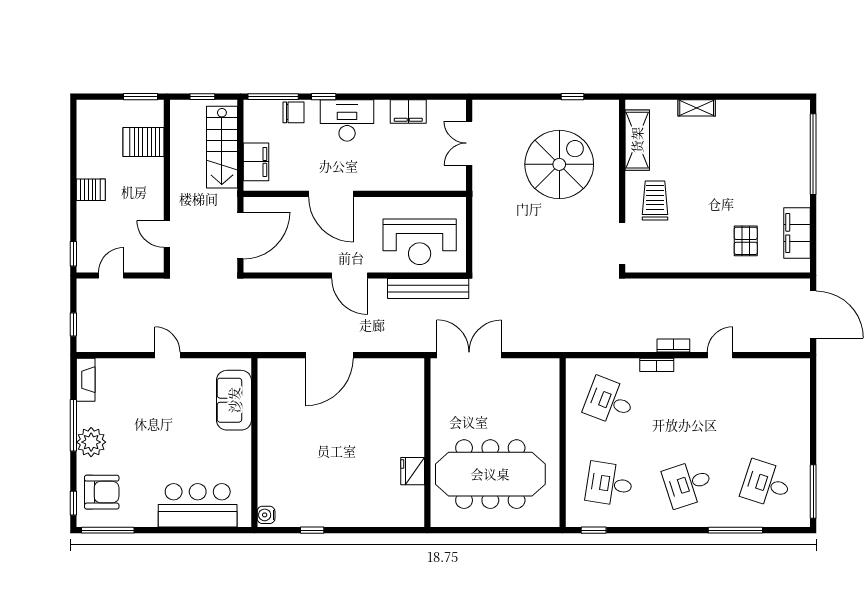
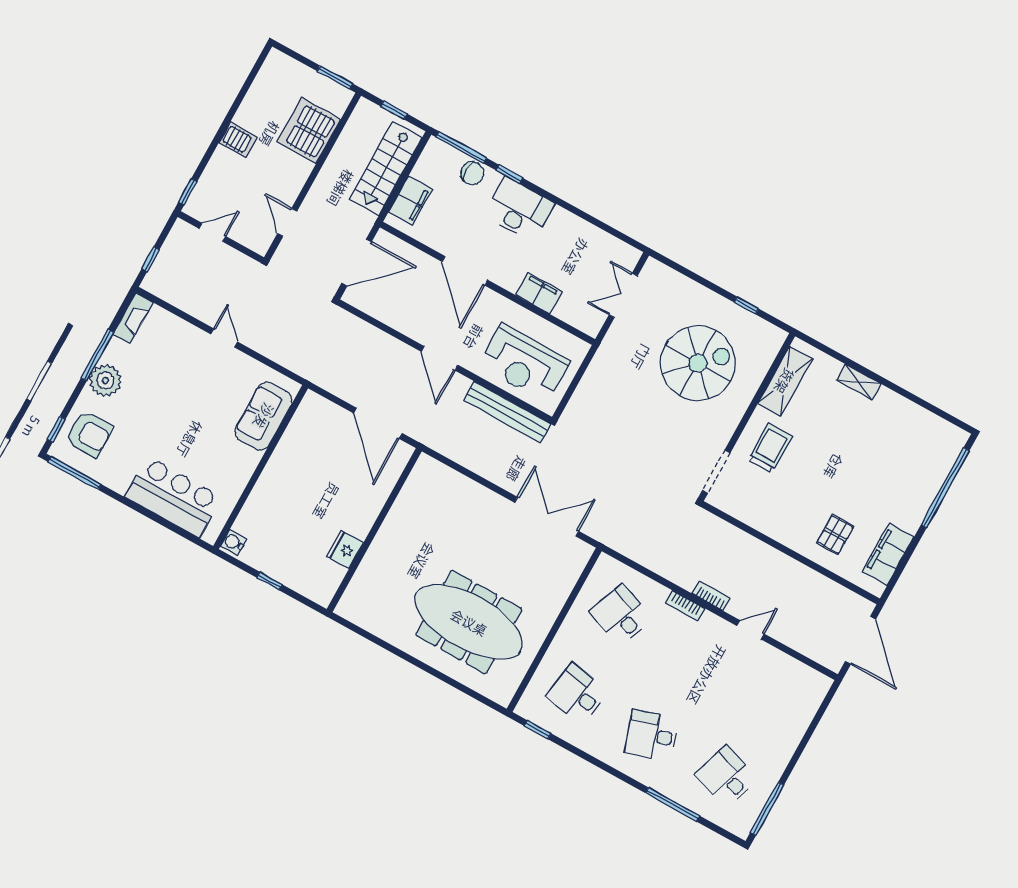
filing cabinet: (408, 111) -> (539, 293), moved, turned 180
server rack: (143, 142) -> (309, 131), width x1.60
door: (329, 355) -> (378, 423), hinge flipped
double door: (469, 355) -> (546, 517), moved
wall: (427, 443) -> (374, 530), moved
fridge: (413, 471) -> (345, 550), moved

